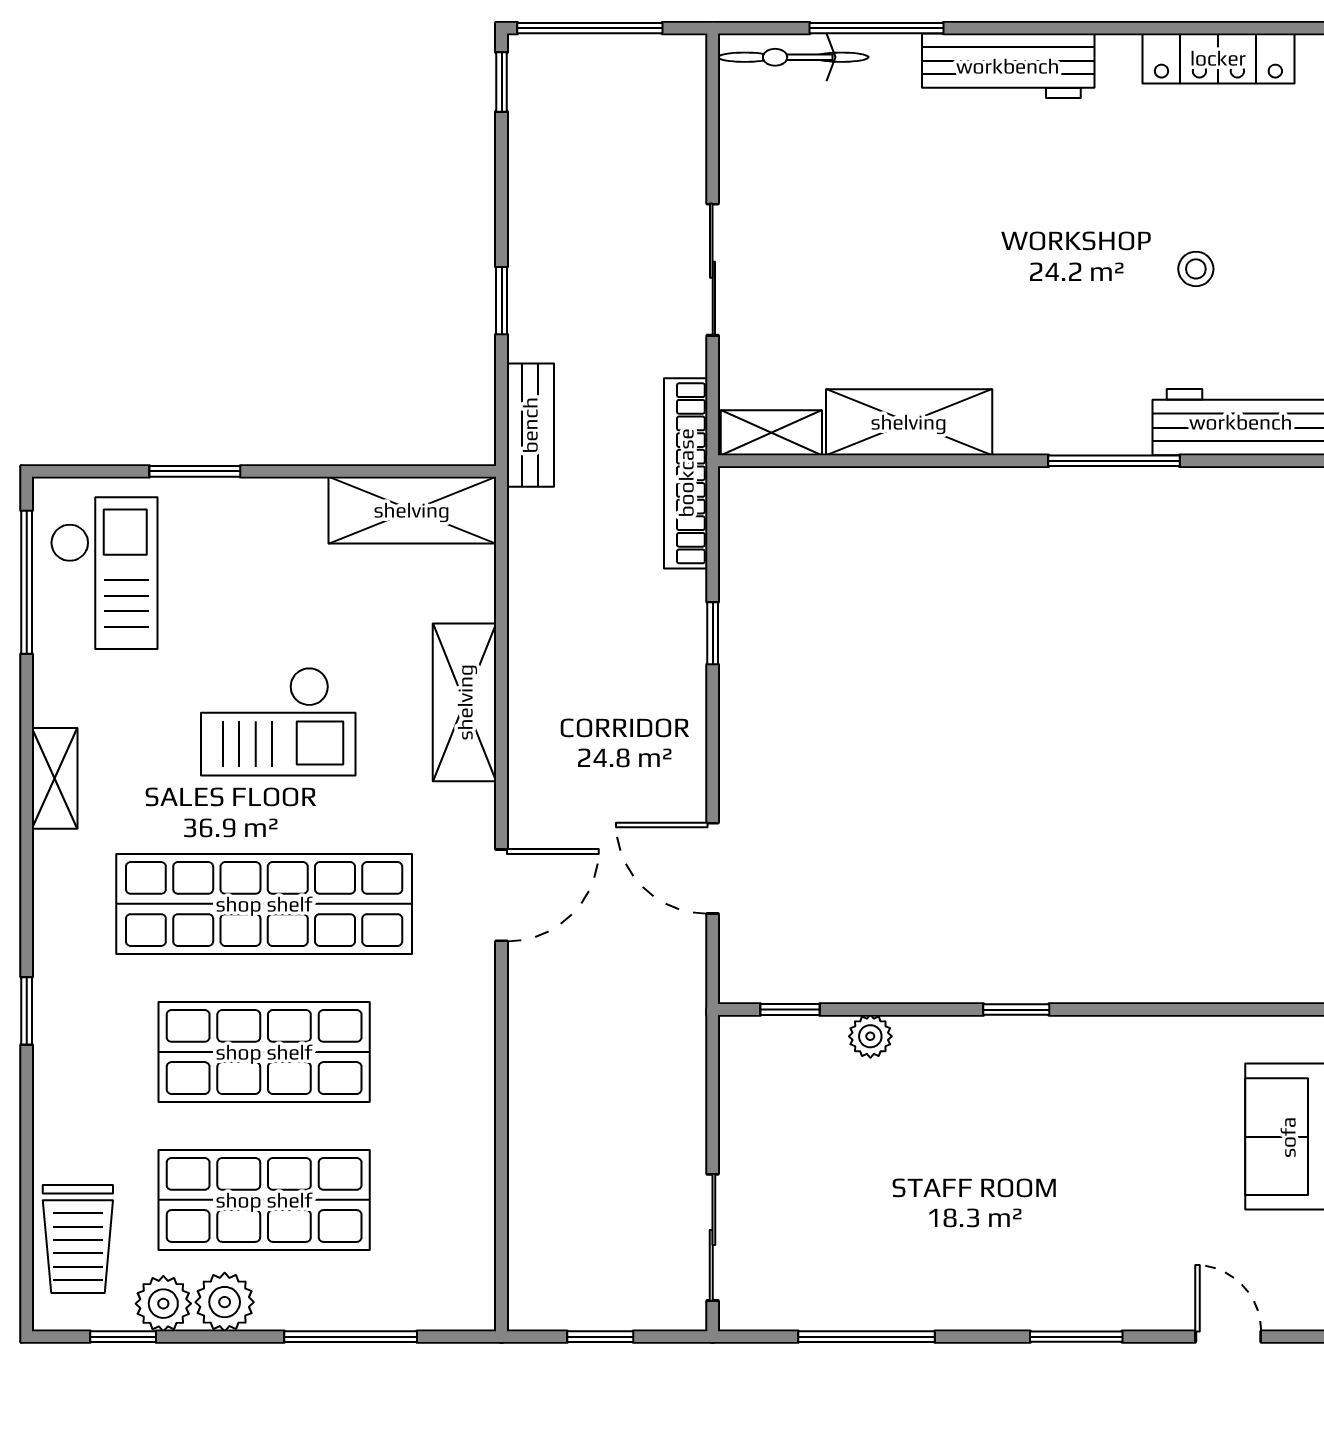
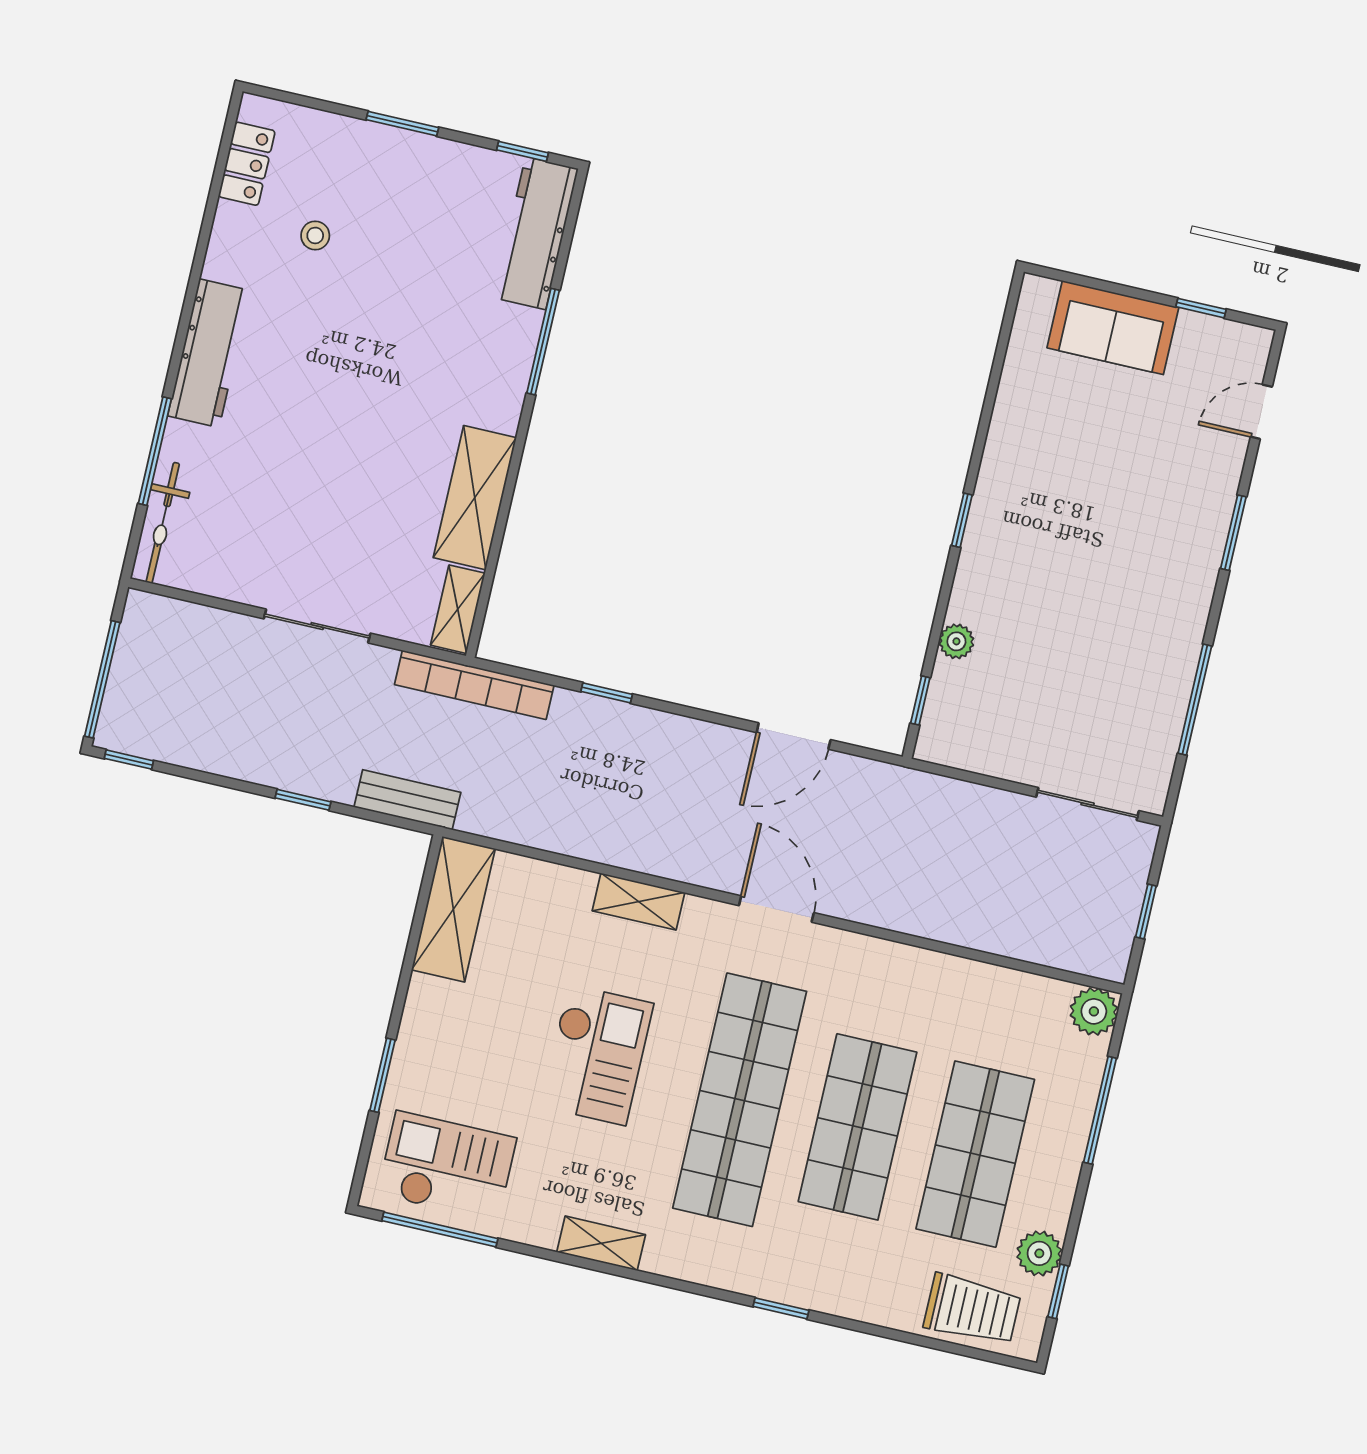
locker: (1218, 58) -> (247, 164), width x0.66
stool: (1196, 269) -> (315, 235), moved
shelving: (465, 702) -> (638, 902), width x0.67, depth x0.75
plant: (225, 1302) -> (1094, 1011), moved

